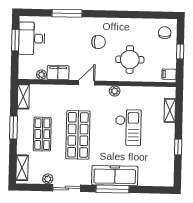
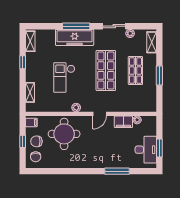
chair: (99, 42) -> (36, 141), moved
round table: (130, 60) -> (64, 134), width x1.36, depth x1.36
shelving: (23, 97) -> (30, 41), moved

